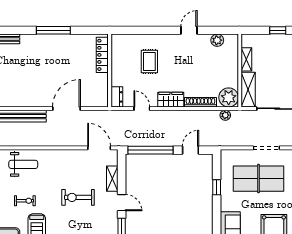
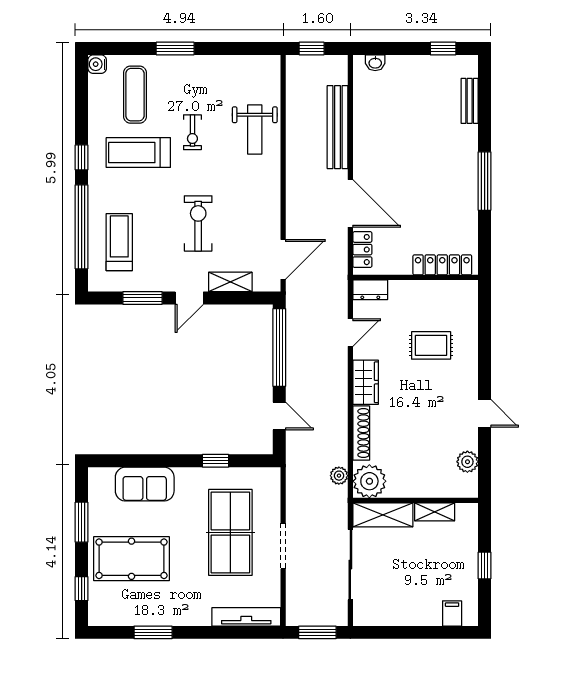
locker: (93, 102) -> (362, 250), added

